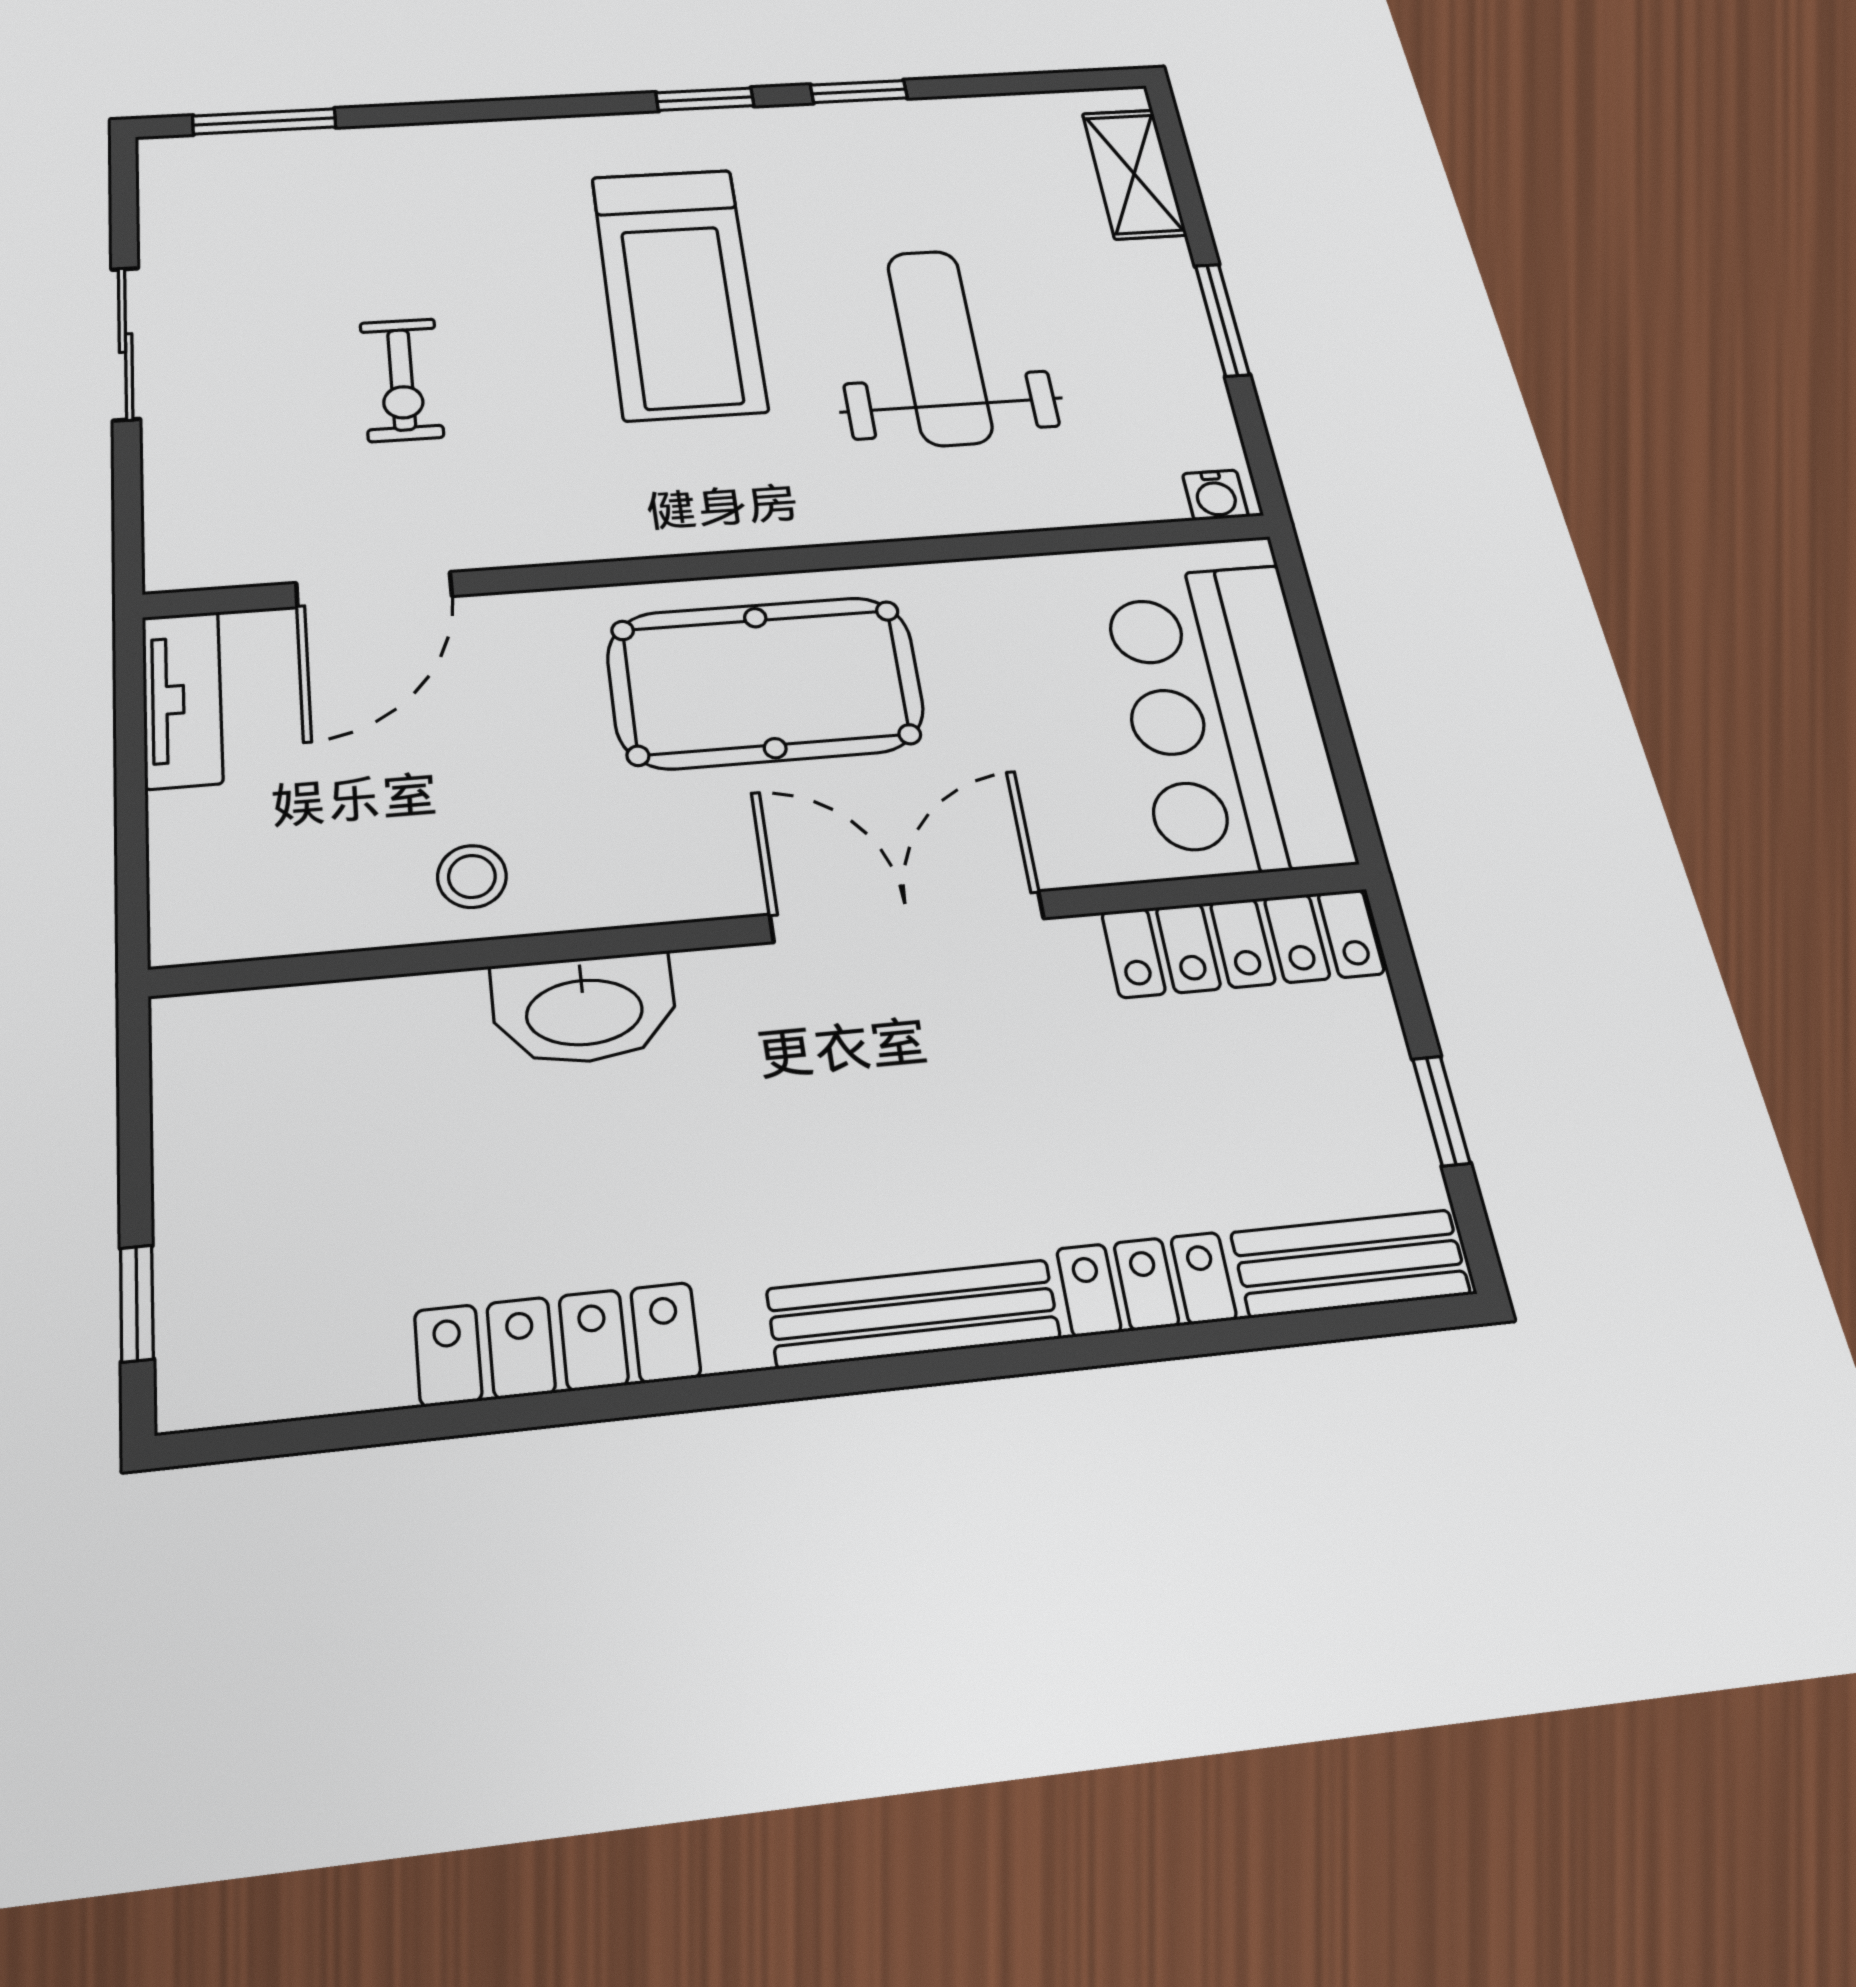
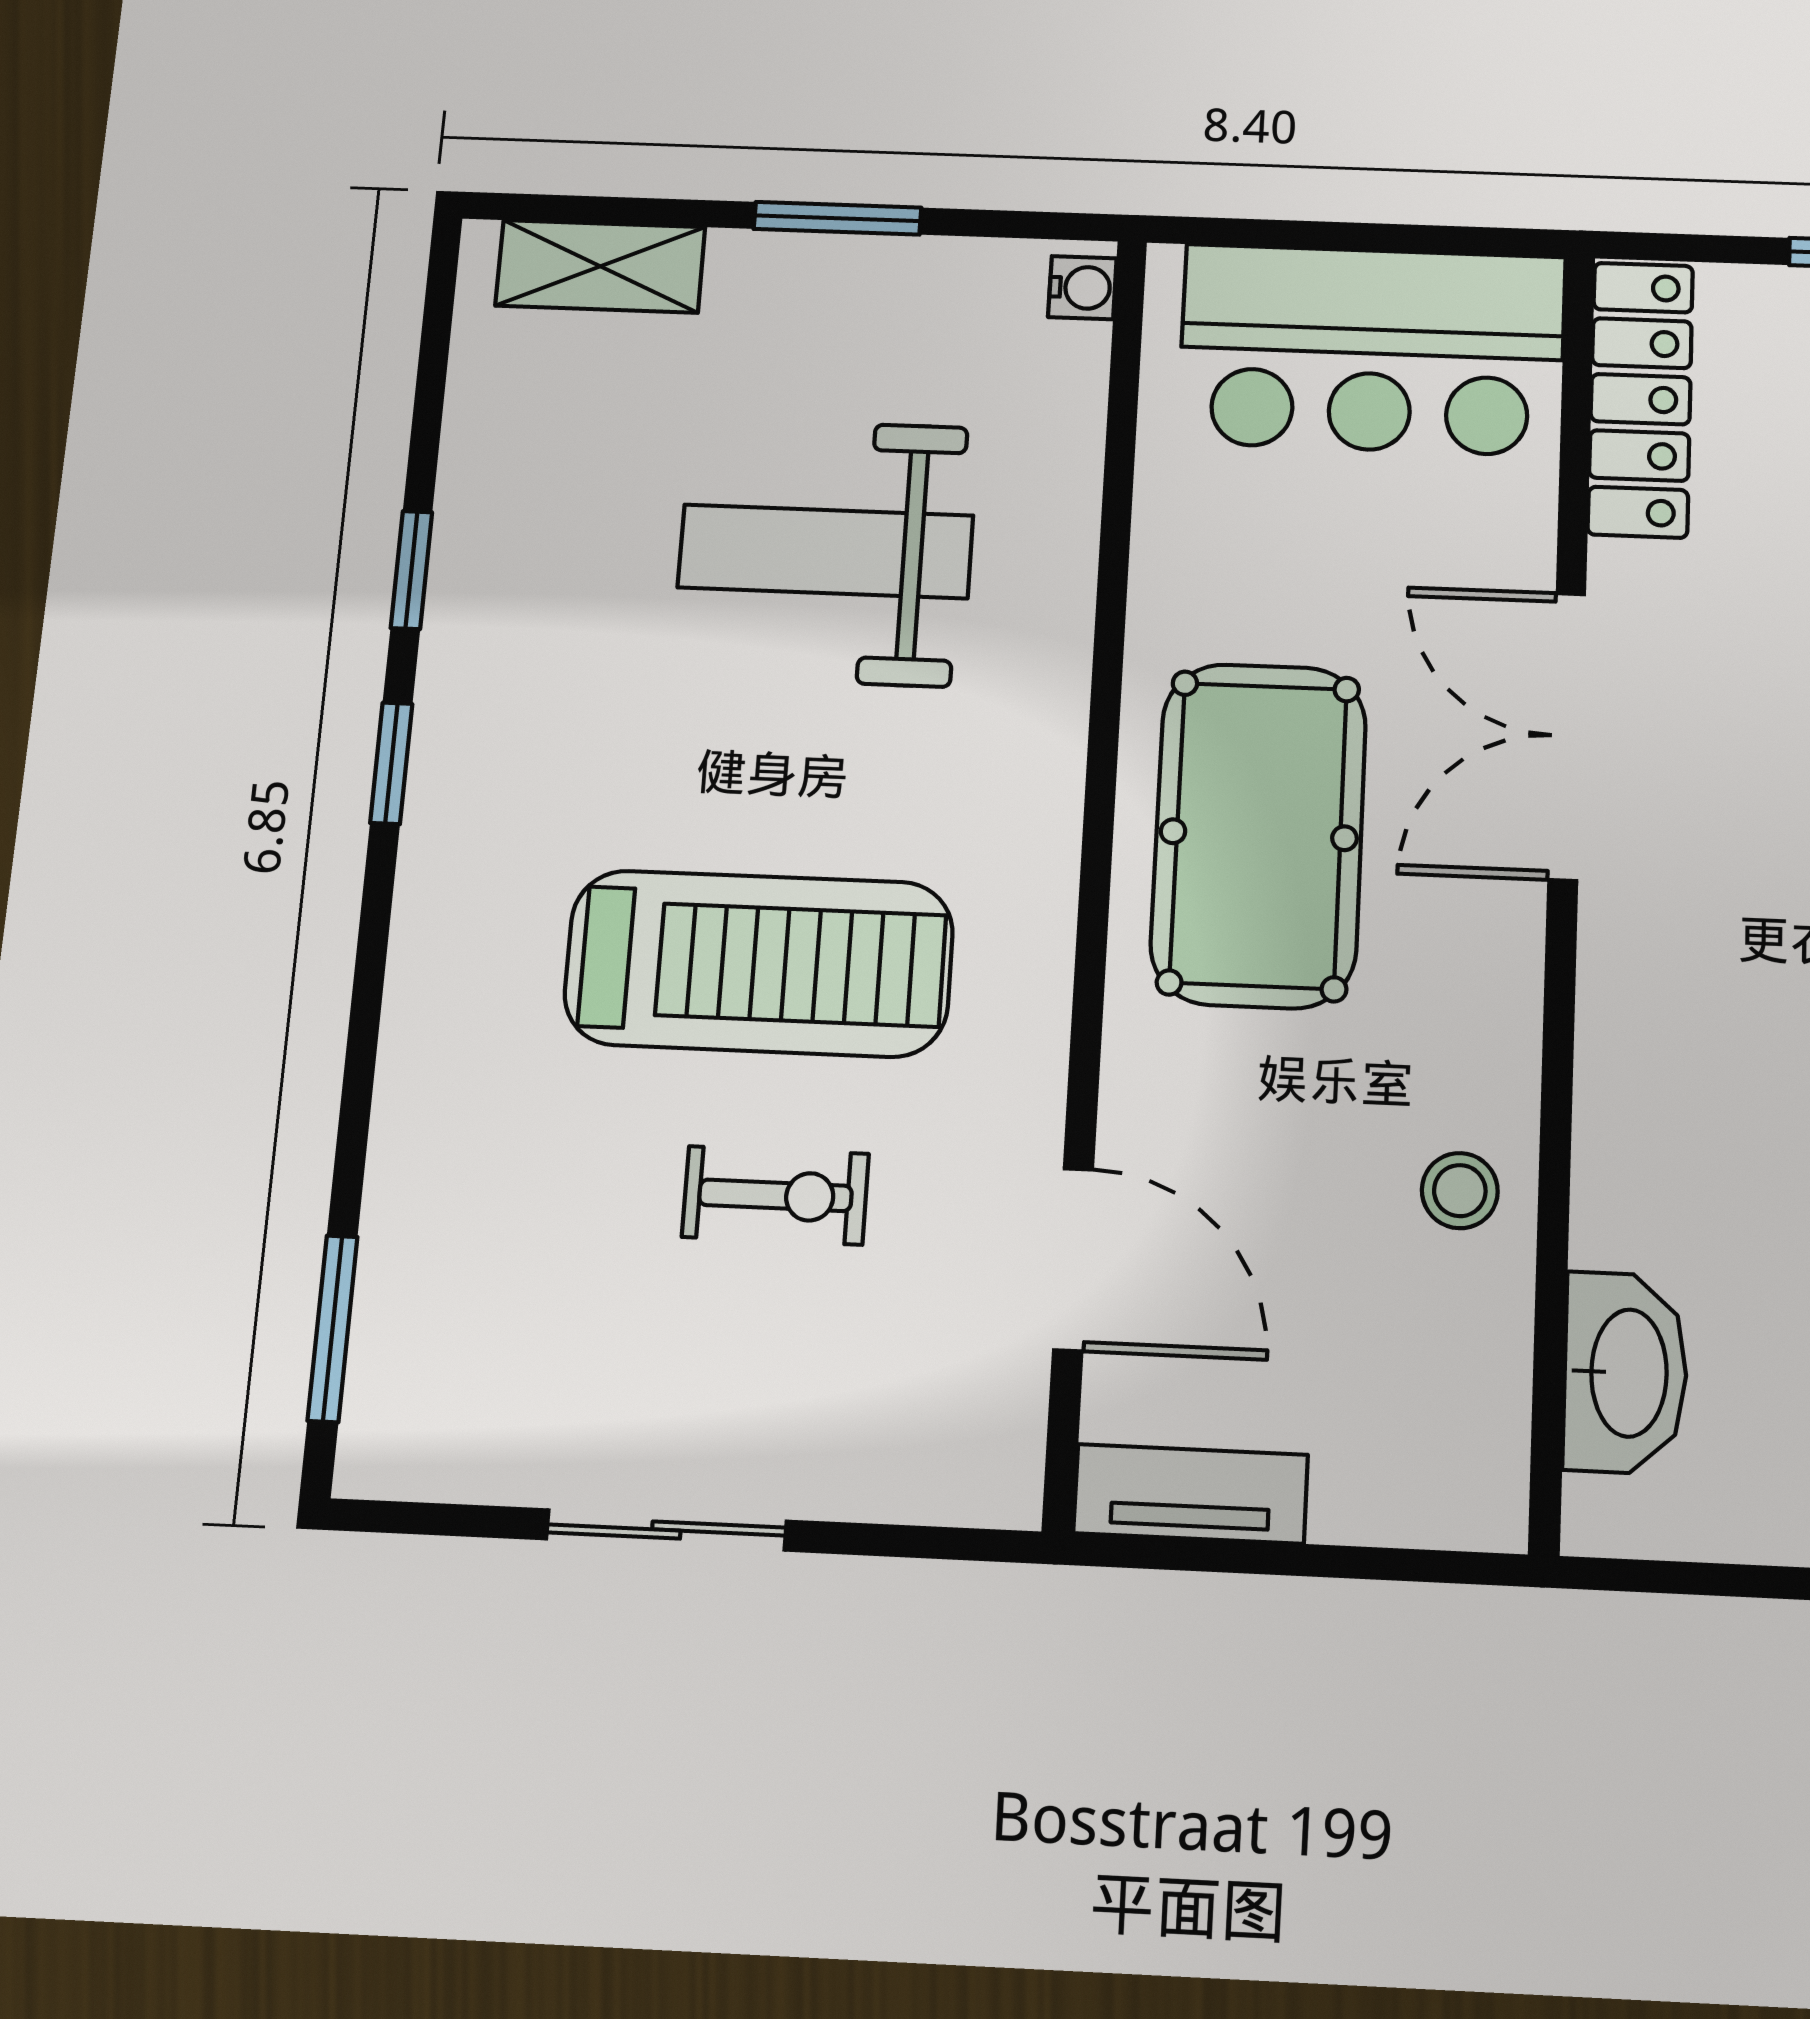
treadmill: (678, 292) -> (759, 963), moved
washbasin: (584, 1009) -> (1625, 1373), moved

